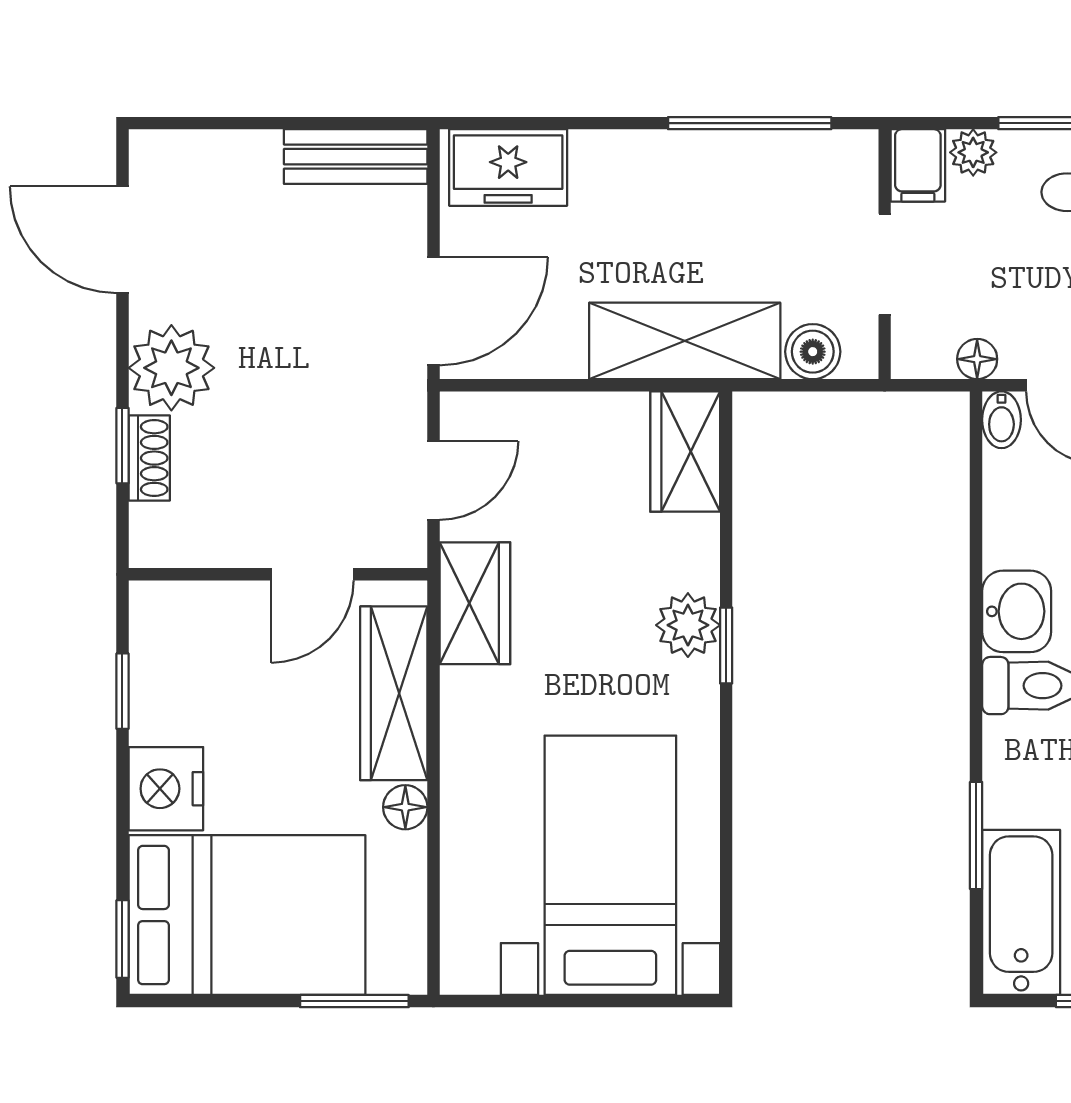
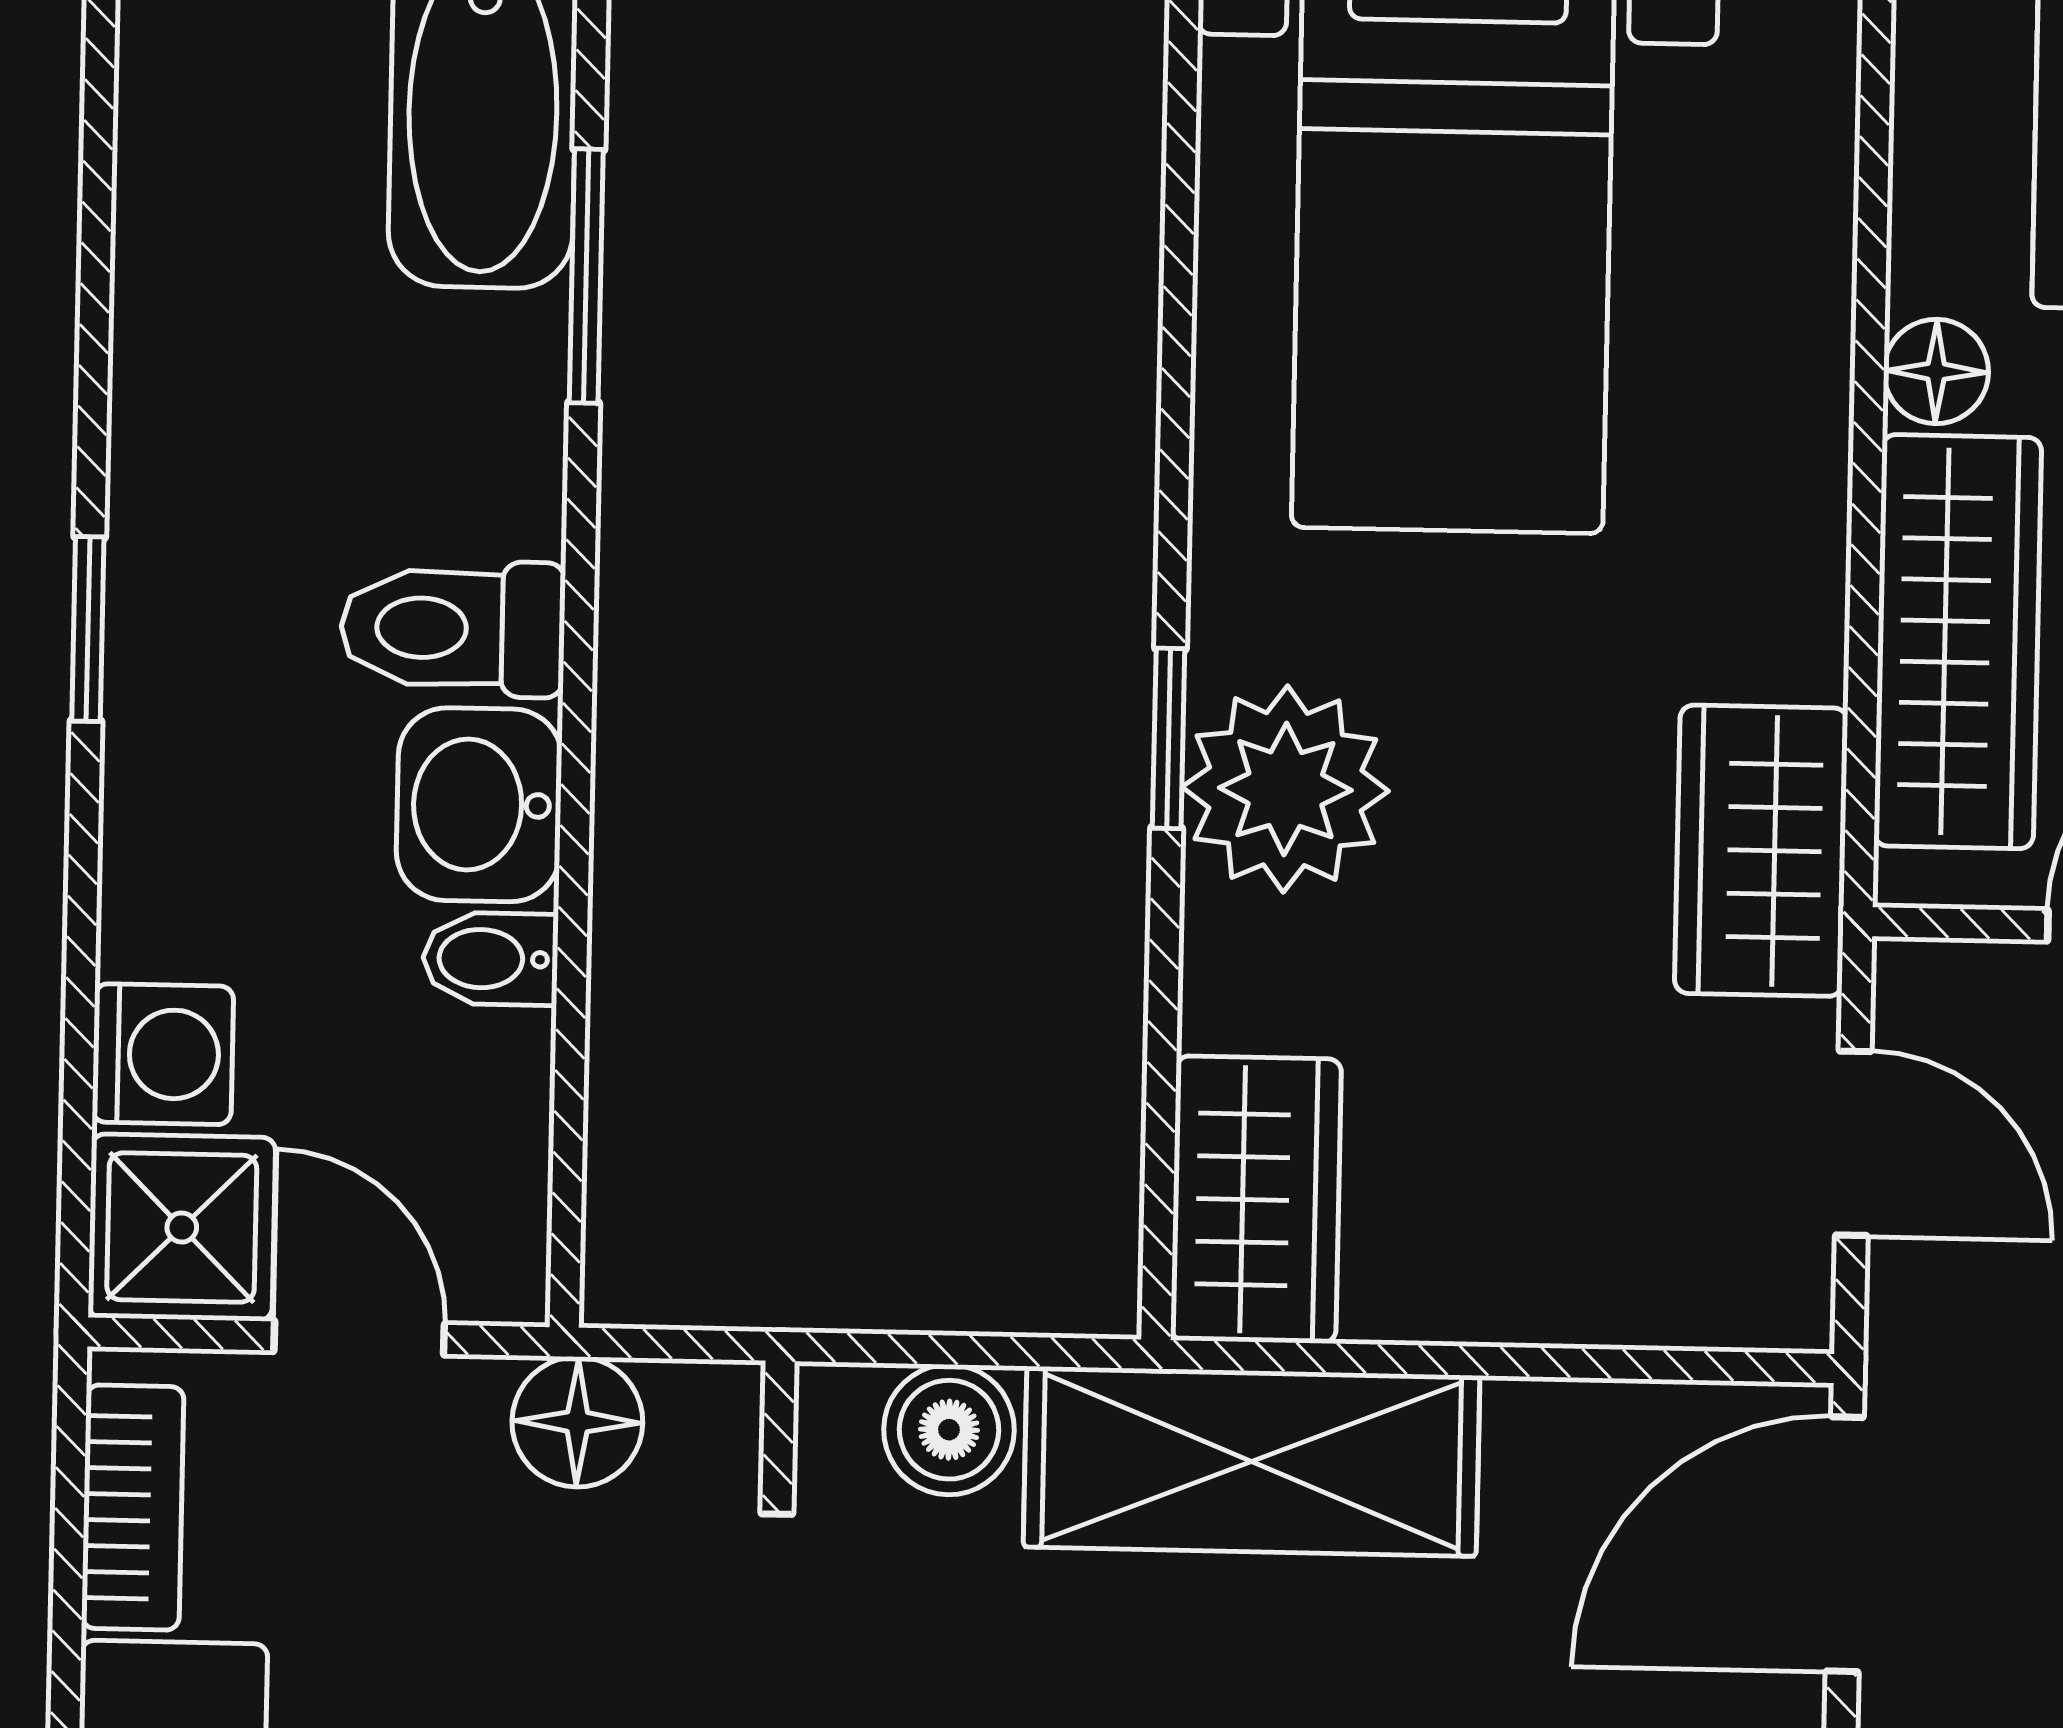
floor lamp: (977, 359) -> (577, 1422), width x1.37, depth x1.37
bidet: (1001, 420) -> (490, 959), moved, turned -90
door: (433, 481) -> (1853, 1143), swing flipped
plant: (688, 625) -> (1285, 789), width x1.36, depth x1.36

